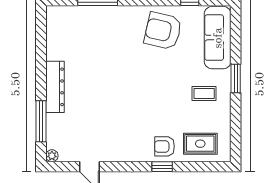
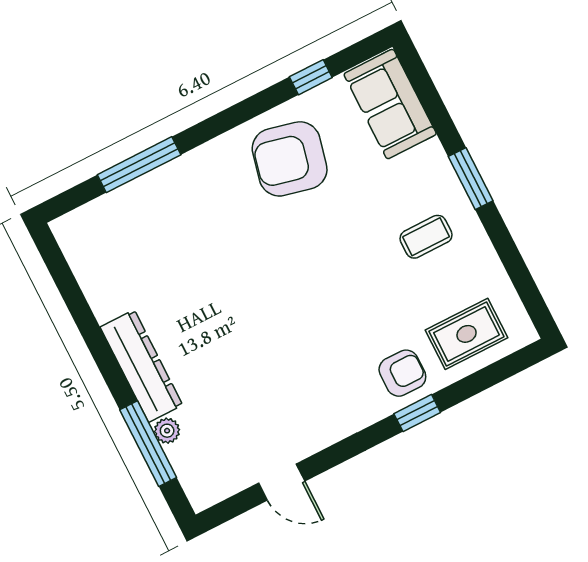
sofa: (218, 38) -> (390, 104), width x0.73
armchair: (164, 146) -> (402, 373), turned 180
plant: (52, 156) -> (167, 431), moved

